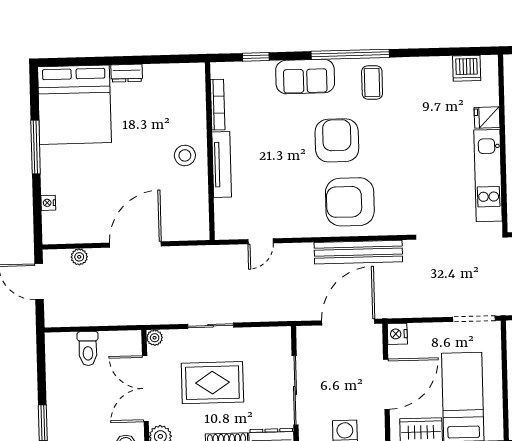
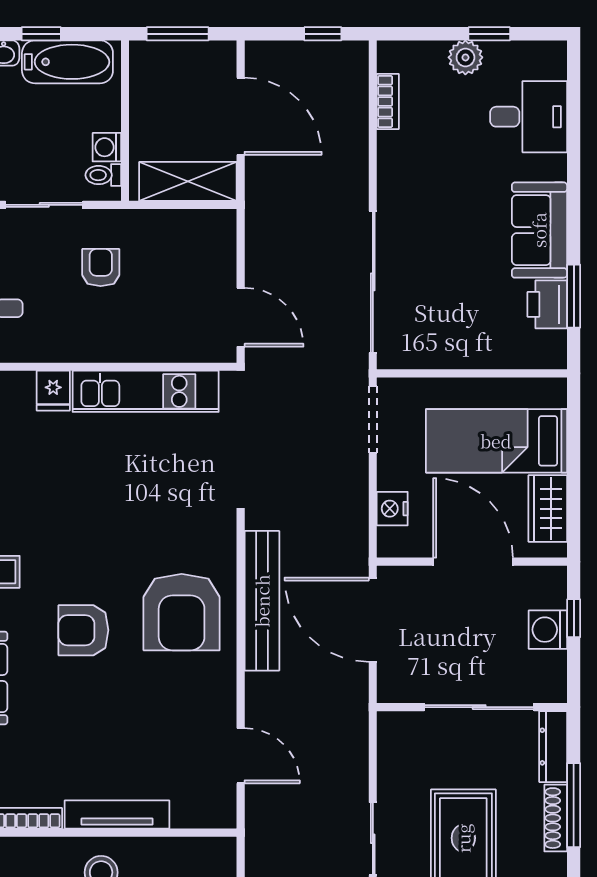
armchair: (337, 140) -> (83, 630), width x0.73, depth x0.73
door: (261, 241) -> (241, 756), width x1.38
nightstand: (397, 334) -> (392, 509), moved, turned 90

